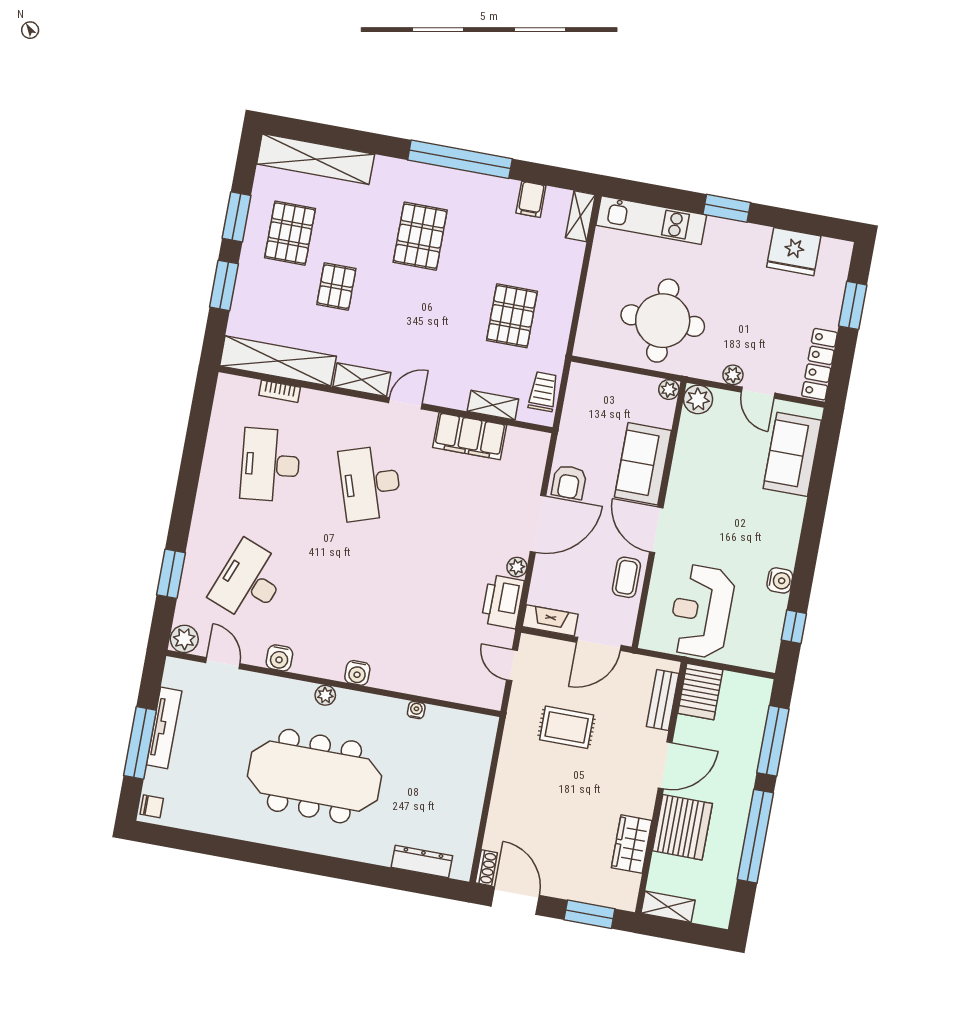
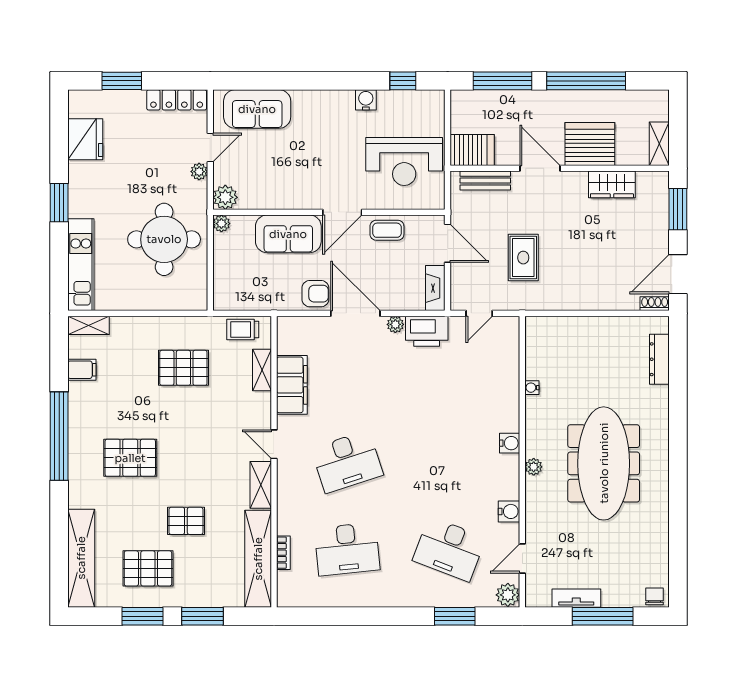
tv unit: (164, 728) -> (576, 598), width x0.71

